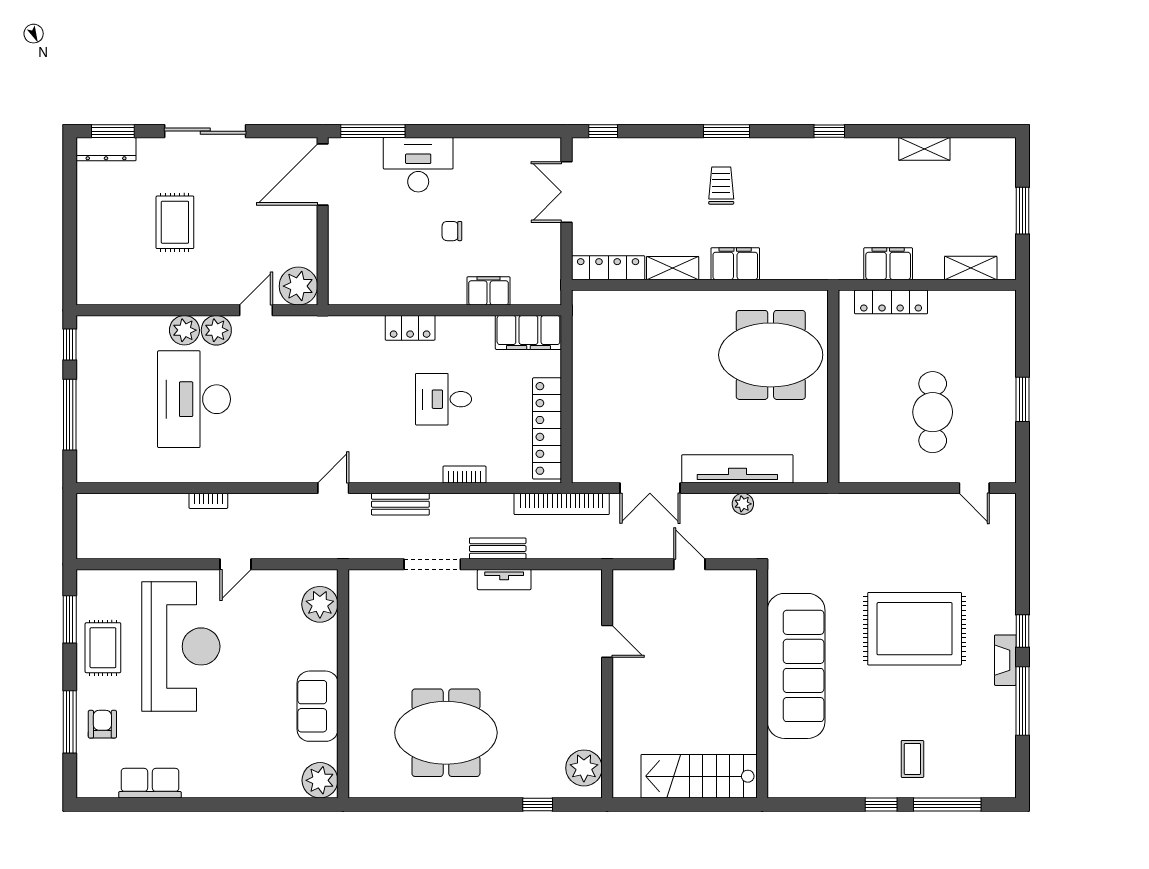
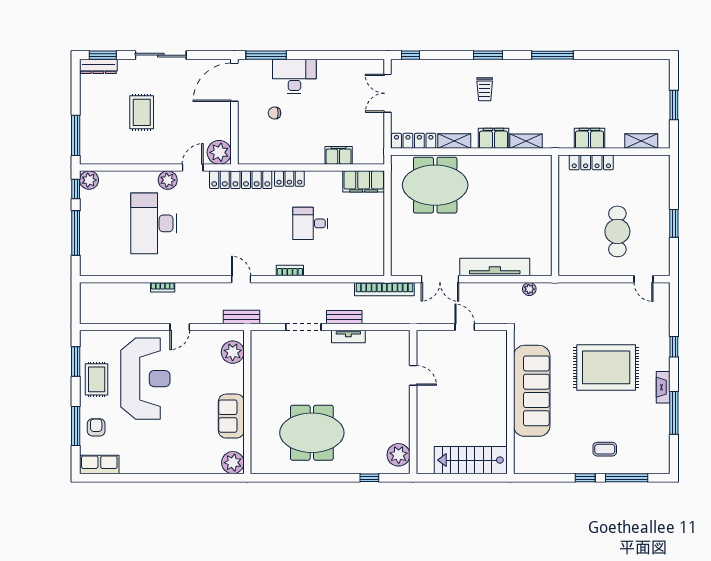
window: (829, 131) -> (552, 55), width x2.17
shelving: (924, 149) -> (526, 141), moved
trolley: (721, 186) -> (485, 89), turned 180
chair: (452, 231) -> (274, 113), moved
window: (70, 259) -> (76, 135), added
plant: (184, 330) -> (89, 180), moved
meeting table: (771, 355) -> (435, 185), moved
locker: (547, 428) -> (241, 180), moved, turned -90
bookcase: (464, 474) -> (290, 271), moved
door: (333, 488) -> (241, 279), hinge flipped
bench: (400, 504) -> (242, 317), moved
plant: (743, 504) -> (529, 289), moved
window: (1023, 631) -> (674, 347), moved
coffee table: (912, 759) -> (605, 449), turned 90
row of seats: (150, 783) -> (99, 464), moved

